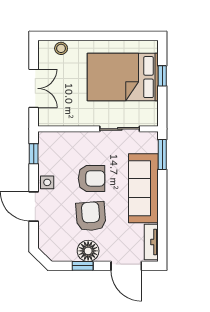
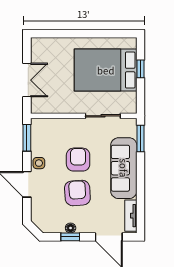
stool: (61, 48) -> (51, 45), removed
window: (34, 154) -> (27, 138), width x1.50
armchair: (92, 178) -> (78, 160), turned -90
floor lamp: (88, 251) -> (71, 228), width x0.53, depth x0.53

